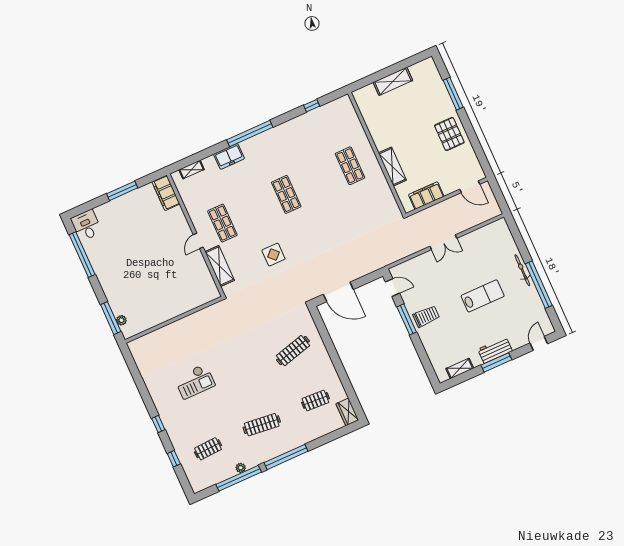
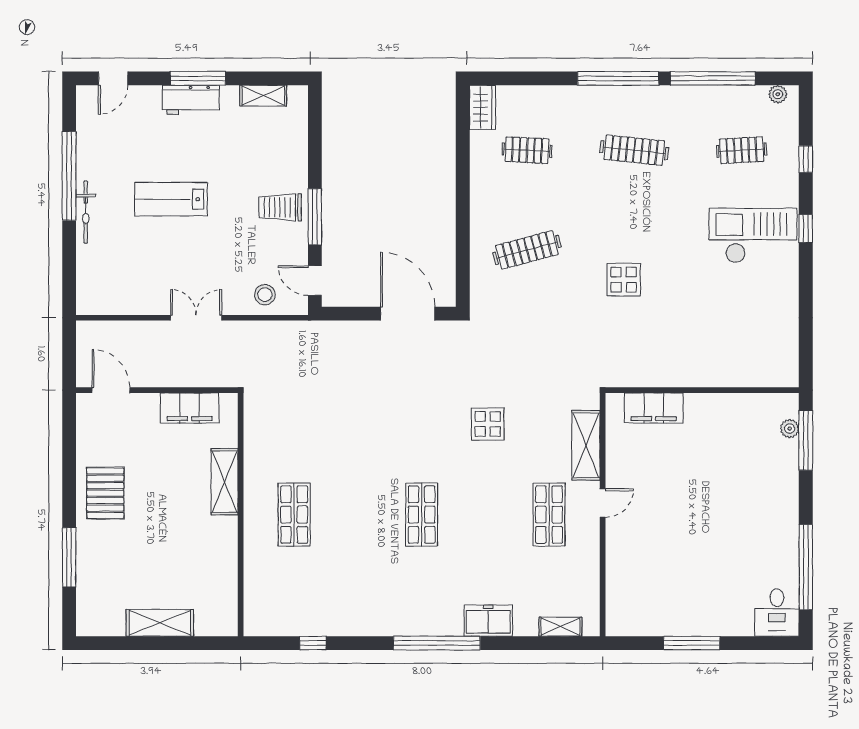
filing cabinet: (166, 193) -> (654, 408), moved, turned 90
stool: (414, 269) -> (265, 295), added
display table: (238, 357) -> (624, 280), added
checkout: (195, 381) -> (753, 236), moved, width x1.36, depth x1.21
plant: (241, 468) -> (778, 94), moved

